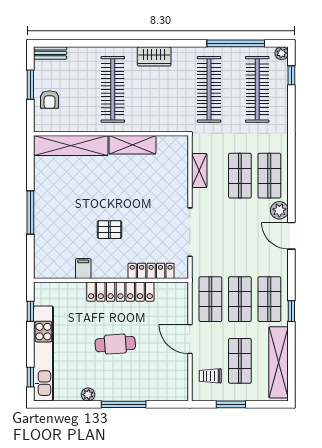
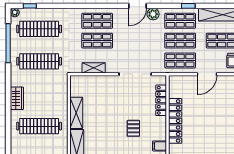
plant: (279, 210) -> (153, 14), moved
cafe table: (115, 344) -> (210, 124), removed

